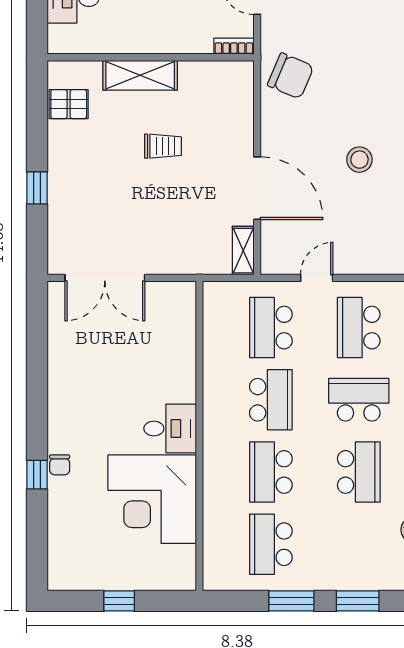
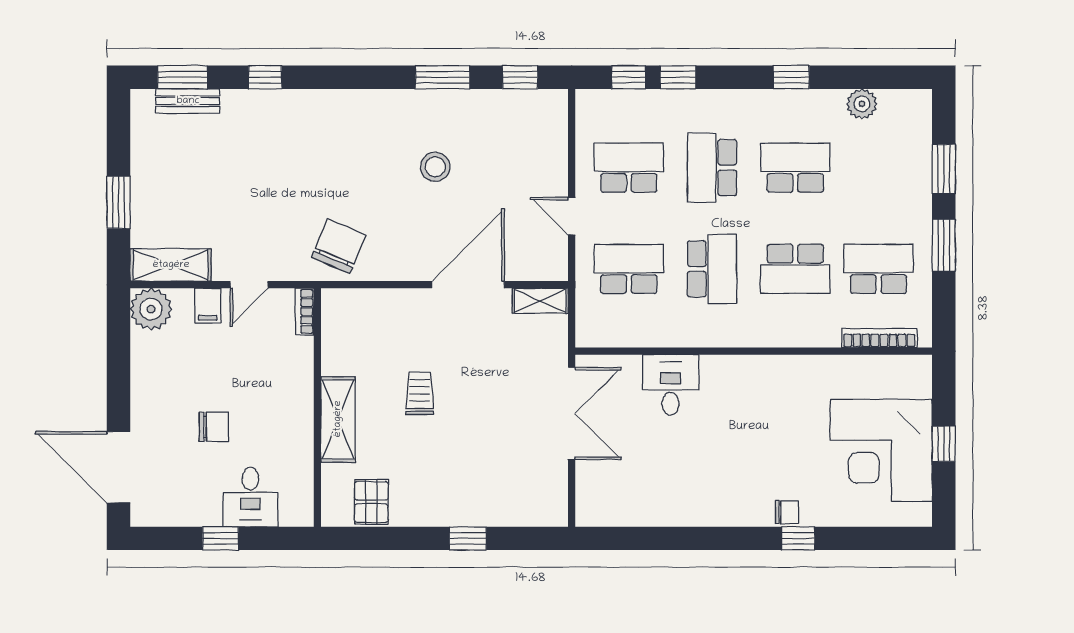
double door: (105, 278) -> (572, 413), moved
school desk: (271, 328) -> (629, 269), turned 180
school desk: (359, 328) -> (629, 168), turned 180
school desk: (271, 400) -> (712, 269), turned 90
desk: (170, 428) -> (671, 385), moved
corner desk: (152, 499) -> (881, 451), moved, turned 90
school desk: (271, 544) -> (878, 269), turned 180
bookcase: (211, 545) -> (879, 338), added

